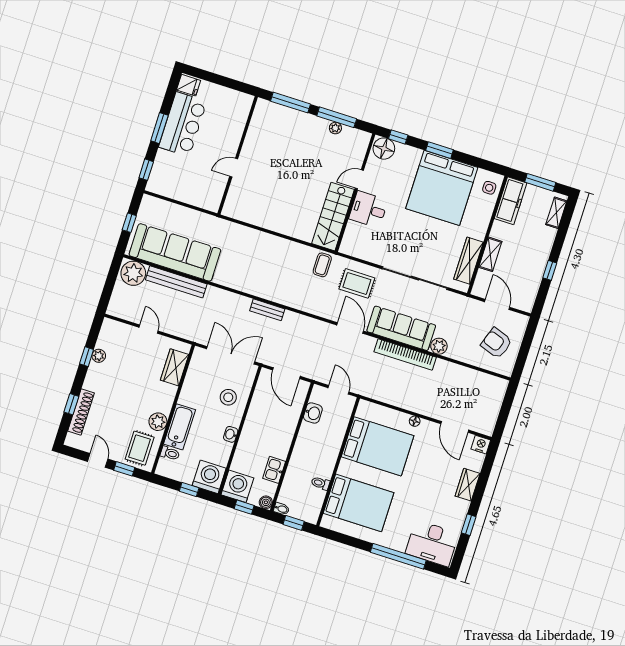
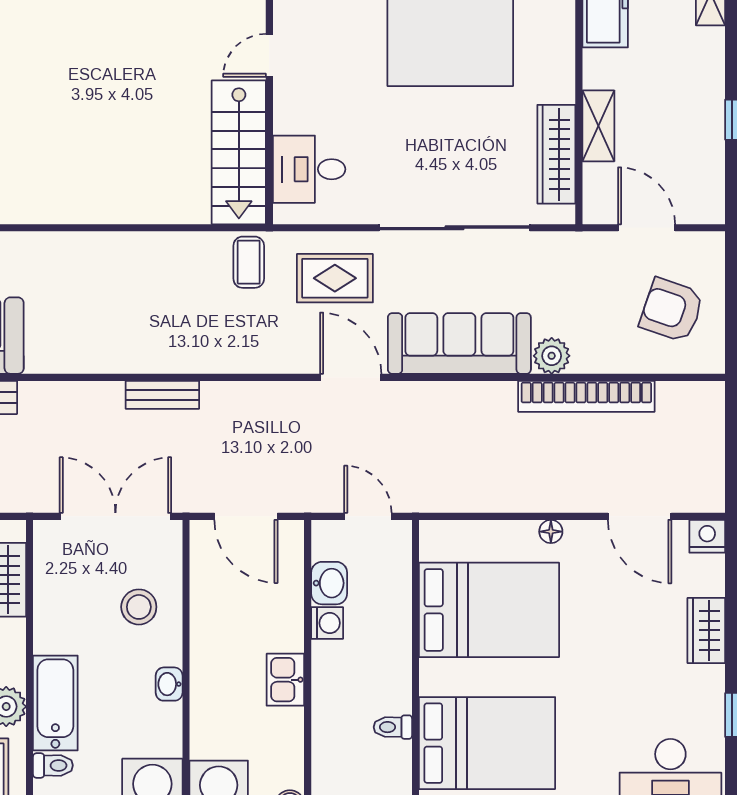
desk: (368, 209) -> (309, 169), moved
bookcase: (405, 354) -> (586, 396), moved
washing machine: (307, 430) -> (327, 623), added
kitchen sink: (274, 470) -> (285, 680), moved

